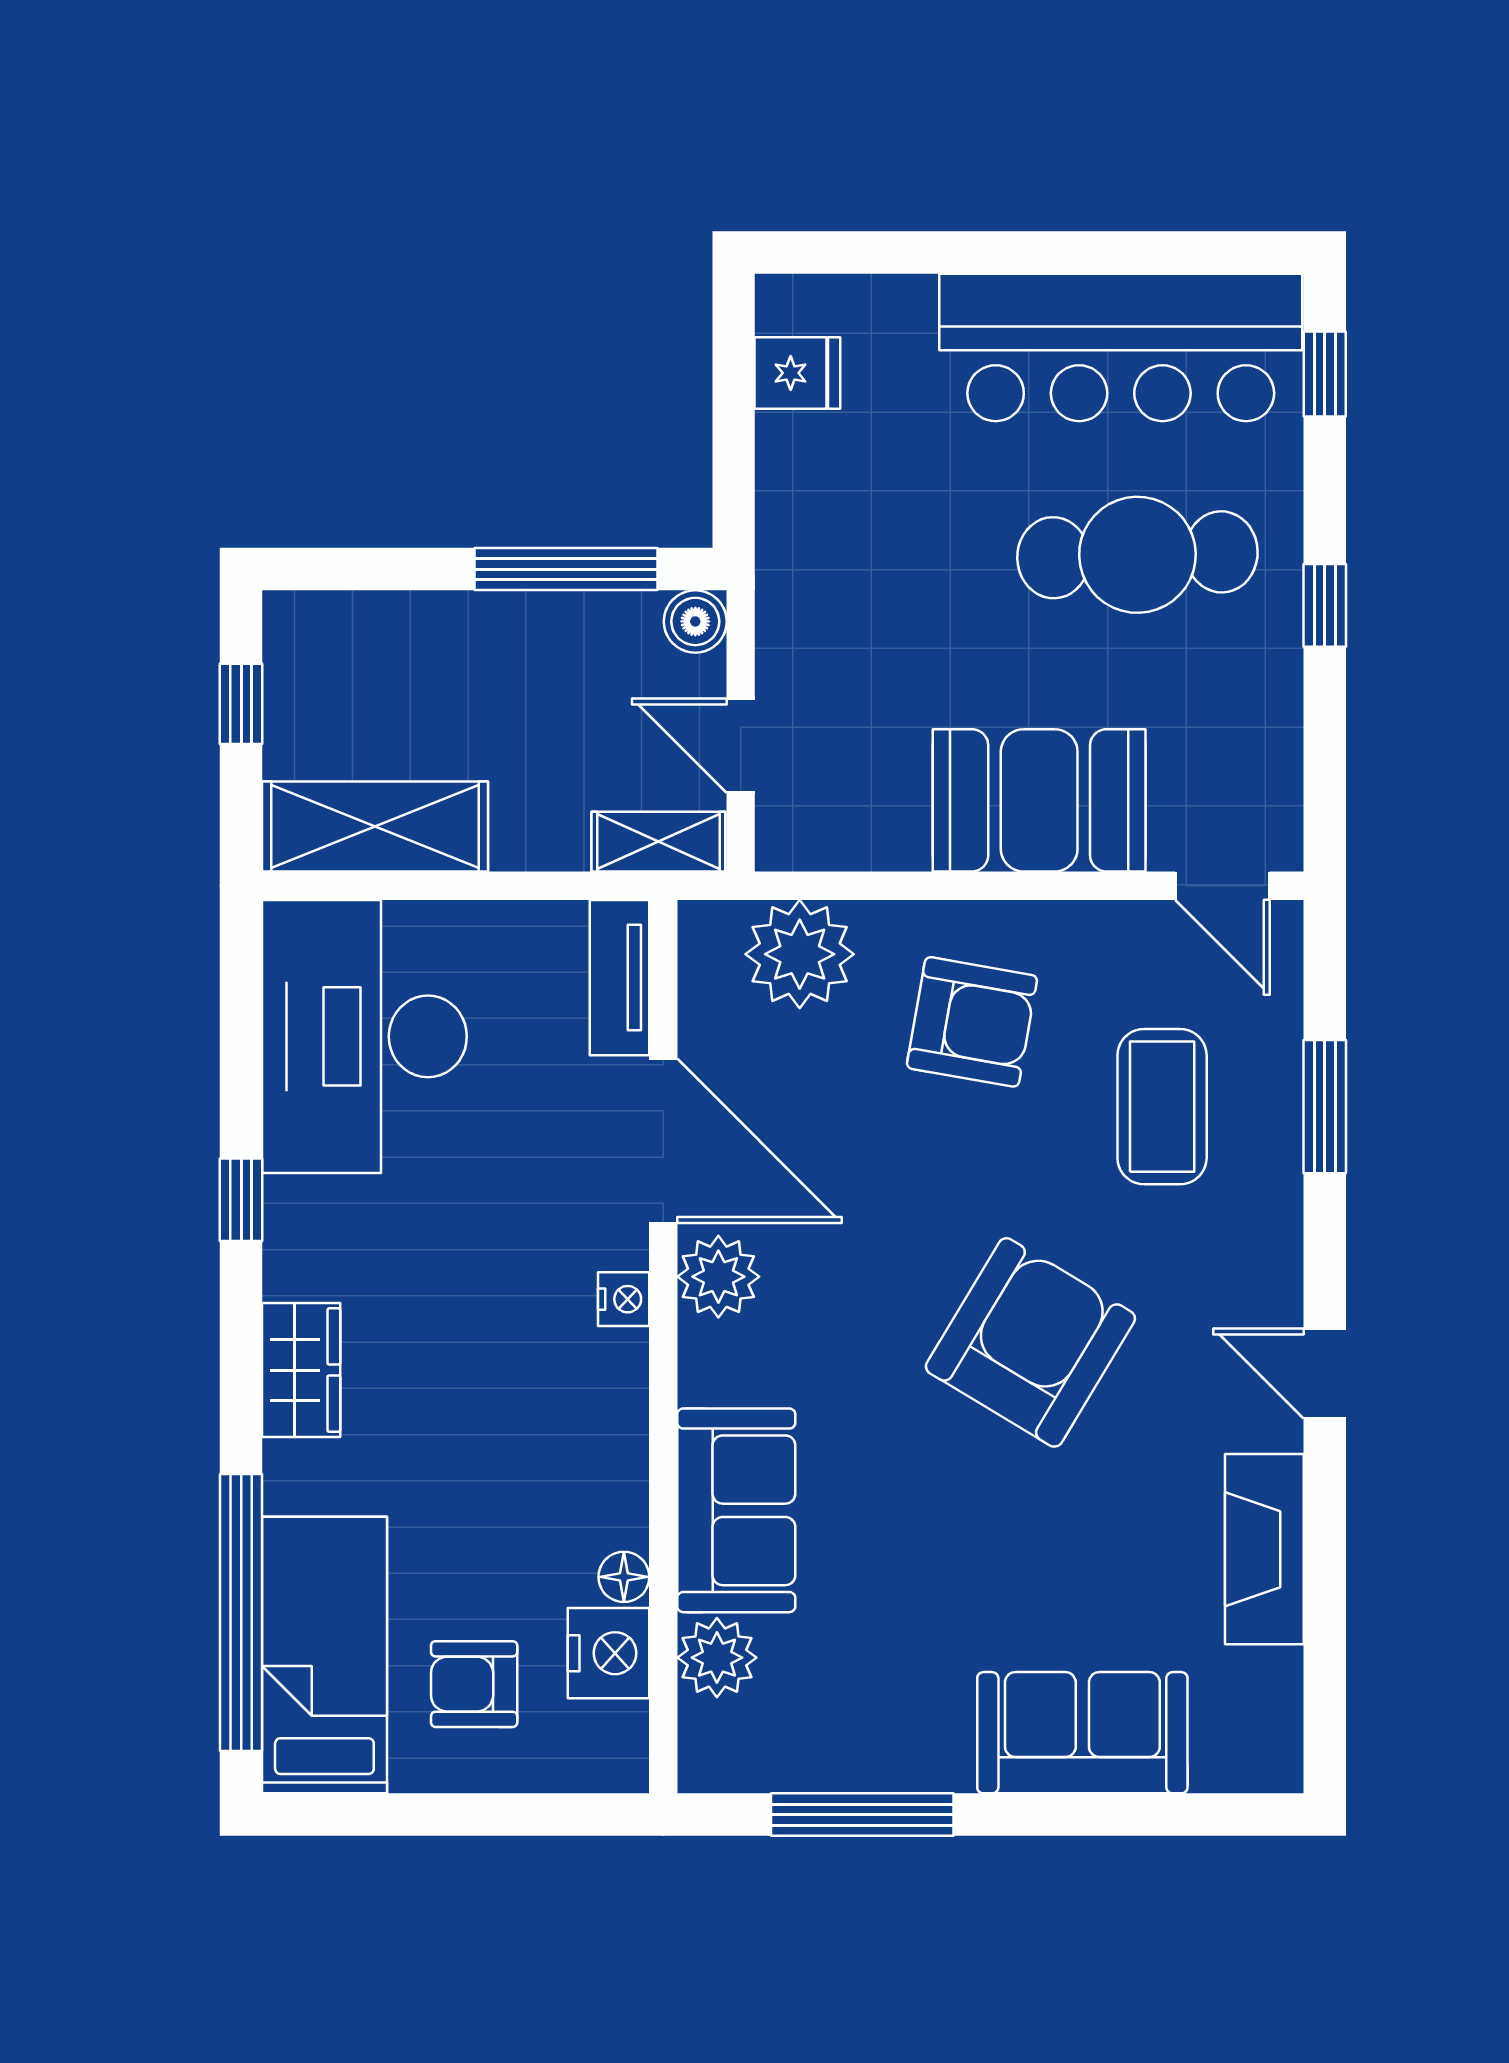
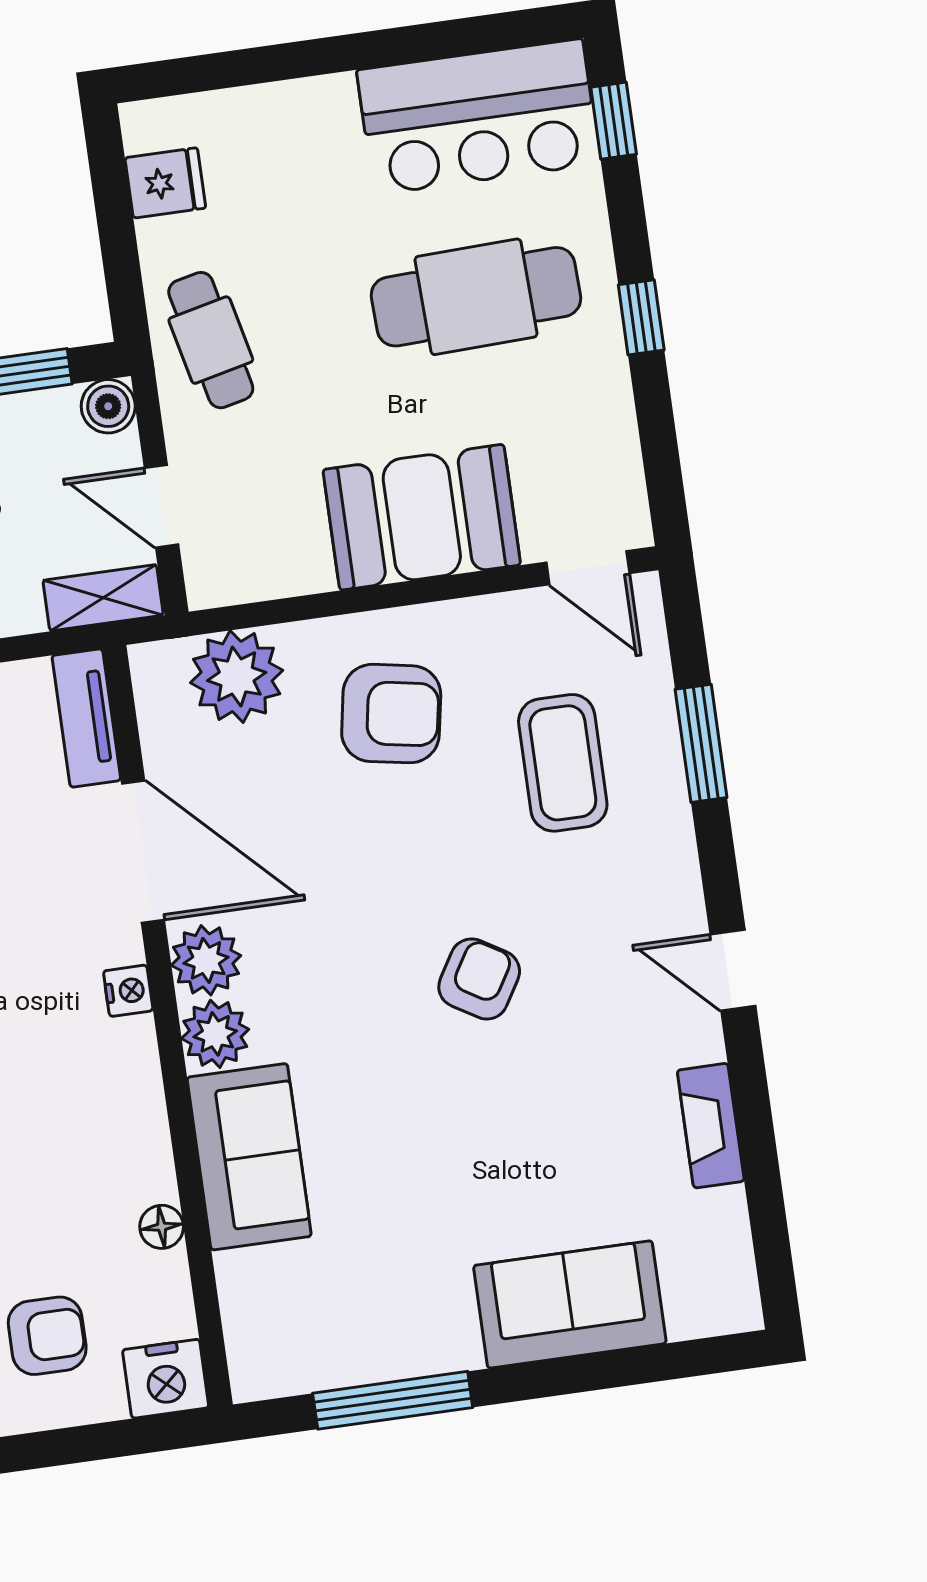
bar counter: (1121, 347) -> (478, 117), width x0.73
cafe table: (824, 562) -> (211, 340), added
armchair: (1030, 1342) -> (479, 979), width x0.53, depth x0.53
fireplace: (1264, 1549) -> (711, 1126), width x0.73, depth x0.76
nightstand: (609, 1653) -> (166, 1379), moved, turned 90
plant: (717, 1658) -> (215, 1034), moved
armchair: (474, 1684) -> (47, 1336), turned 180

